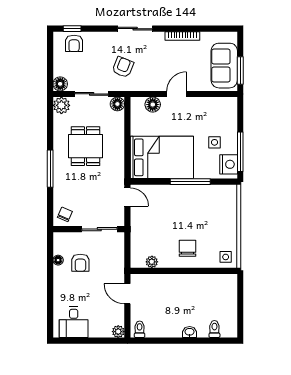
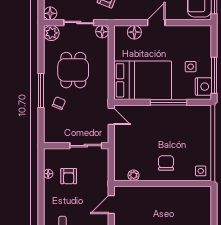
chair: (65, 214) -> (59, 103), moved
door: (127, 294) -> (111, 204), hinge flipped

